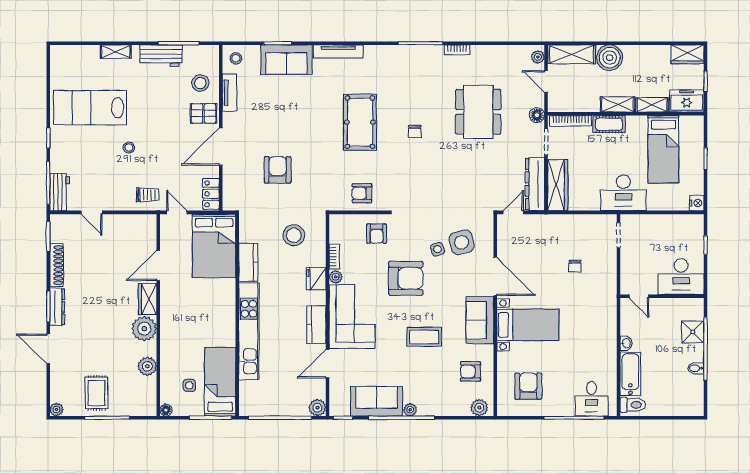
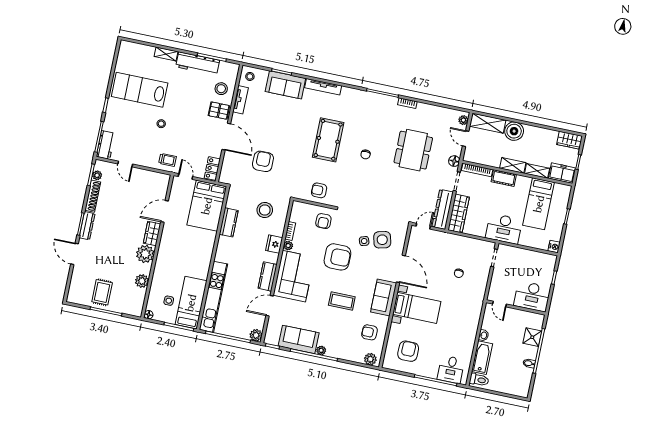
workbench: (161, 56) -> (198, 64), width x1.38
door: (221, 147) -> (226, 137), swing flipped
kitchen unit: (249, 331) -> (213, 297), moved
plant: (56, 410) -> (97, 175), moved

